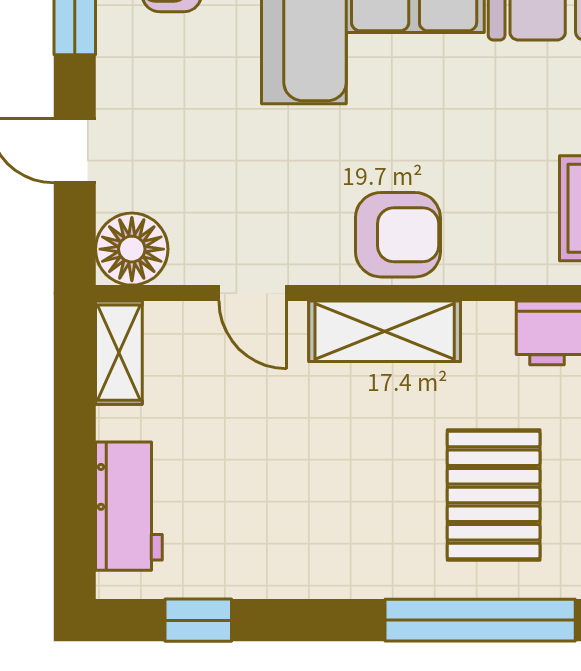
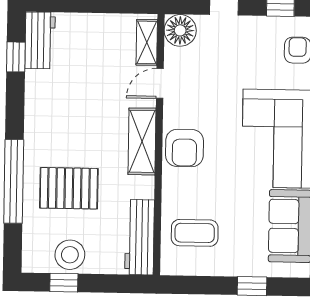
shelving: (119, 353) -> (147, 42), moved, turned 90
workbench: (129, 506) -> (40, 40), moved, turned -90

